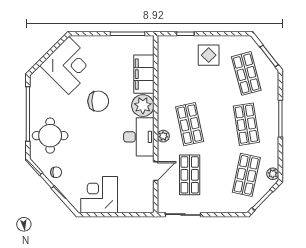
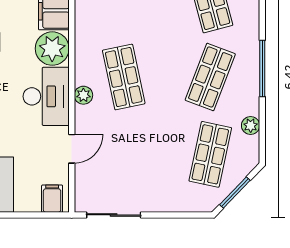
shop shelf: (246, 124) -> (210, 77), turned 30
plant: (273, 174) -> (251, 126), moved
shop shelf: (190, 175) -> (124, 154), removed
filing cabinet: (143, 204) -> (52, 199), added

